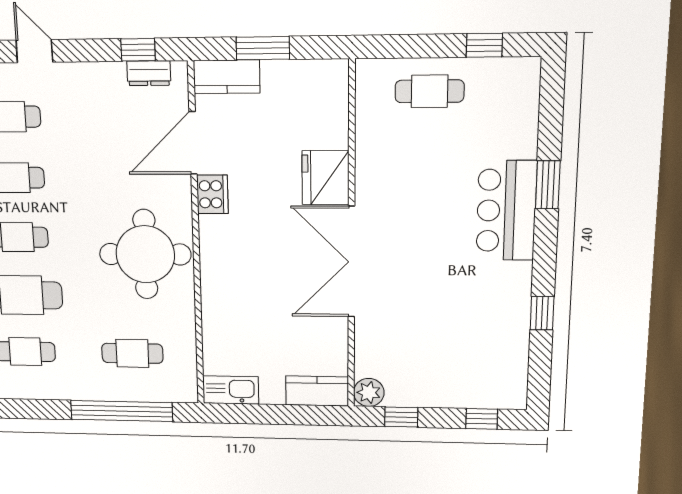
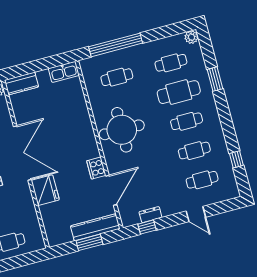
dresser: (149, 73) -> (150, 215), moved
kitchen counter: (227, 77) -> (95, 227), width x1.50

